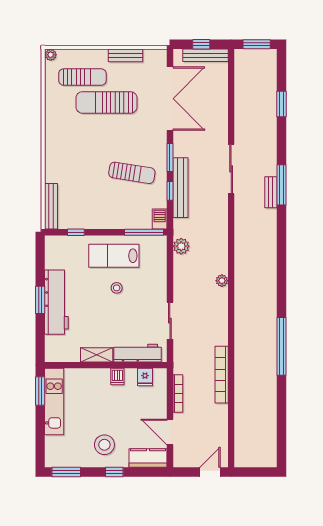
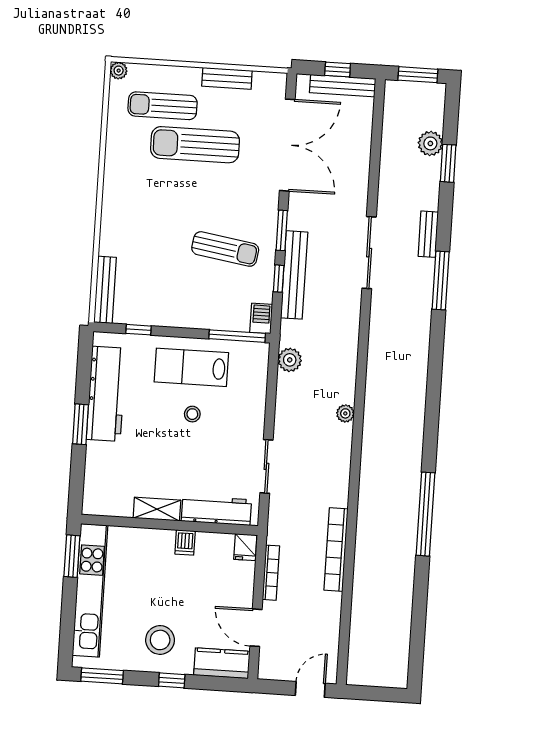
sun lounger: (82, 77) -> (163, 106), turned 180
plant: (268, 91) -> (430, 143), added
bench: (271, 192) -> (428, 234), moved
workbench: (56, 302) -> (106, 394), moved
fridge: (145, 377) -> (245, 547), moved
kitchen unit: (54, 402) -> (90, 590), width x1.36

